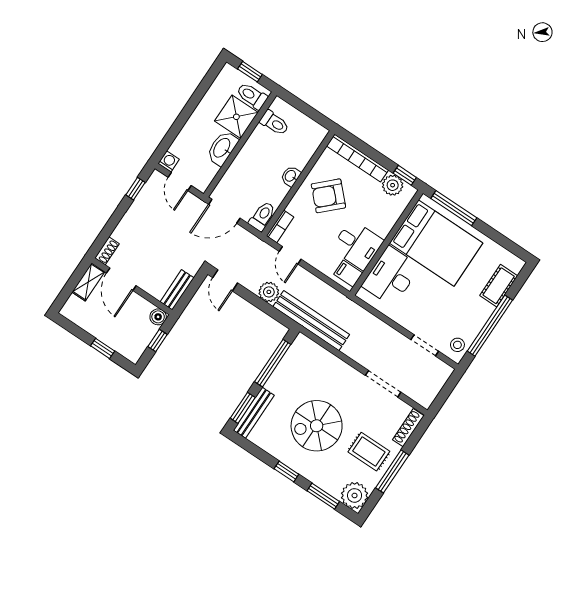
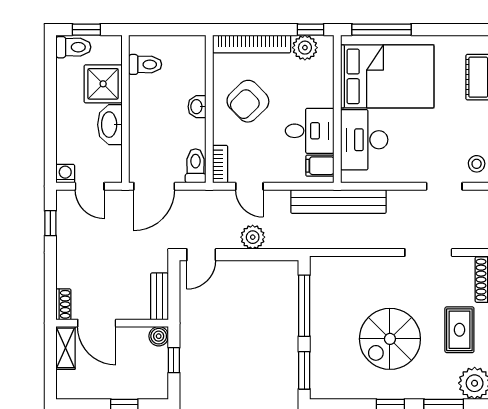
toilet: (252, 96) -> (73, 47), moved, turned 180
door: (225, 280) -> (201, 255), hinge flipped
bench: (311, 321) -> (339, 201), moved
bench: (254, 413) -> (318, 368), removed
rug: (369, 452) -> (459, 330), turned 90

